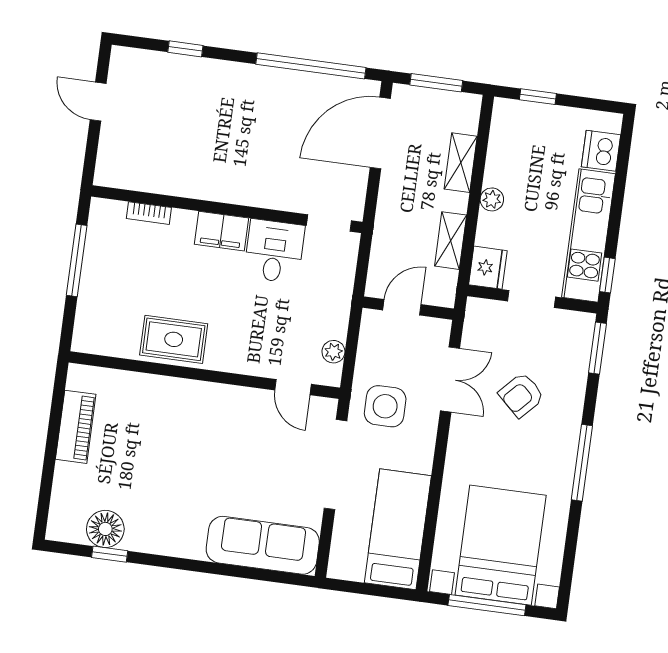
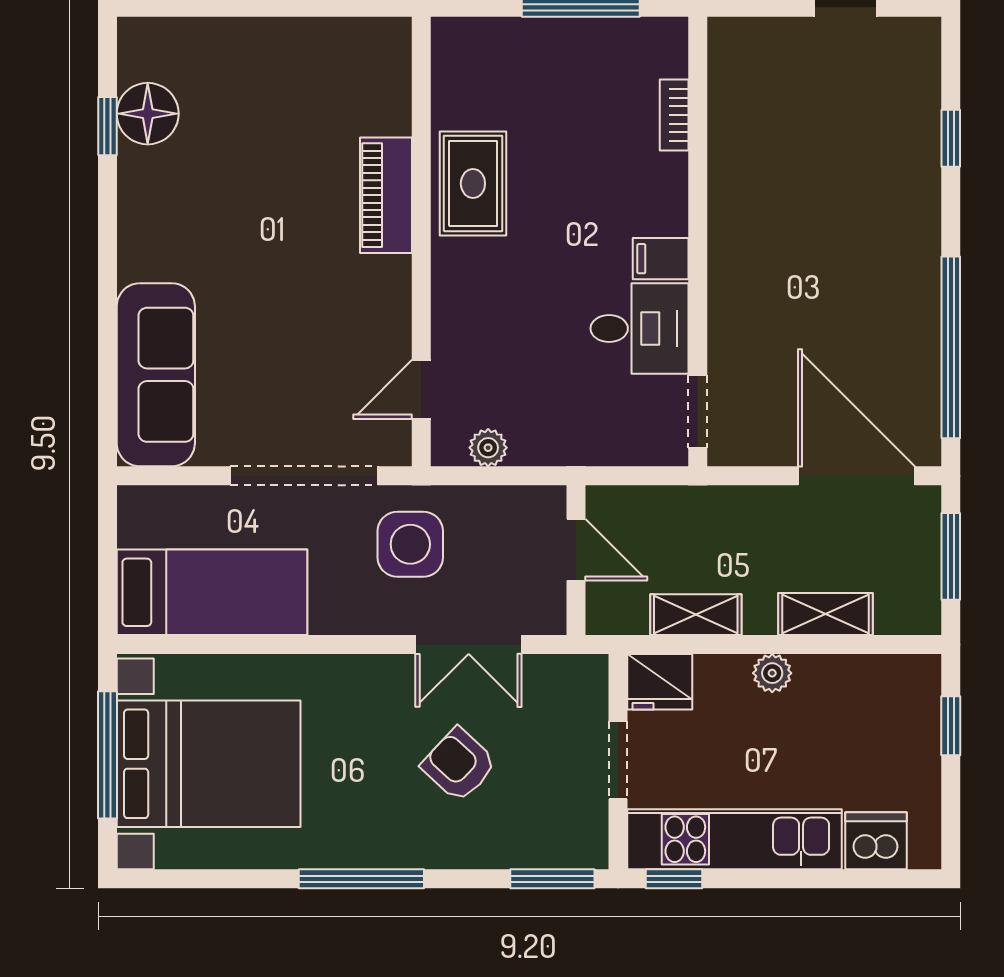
filing cabinet: (222, 231) -> (661, 259), width x0.50
piano: (76, 427) -> (386, 195), moved, turned 90

